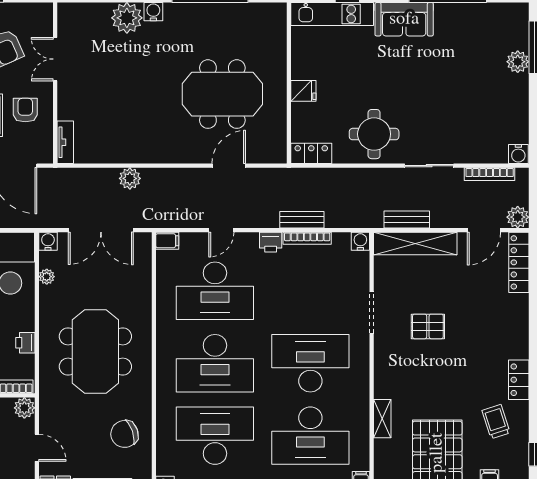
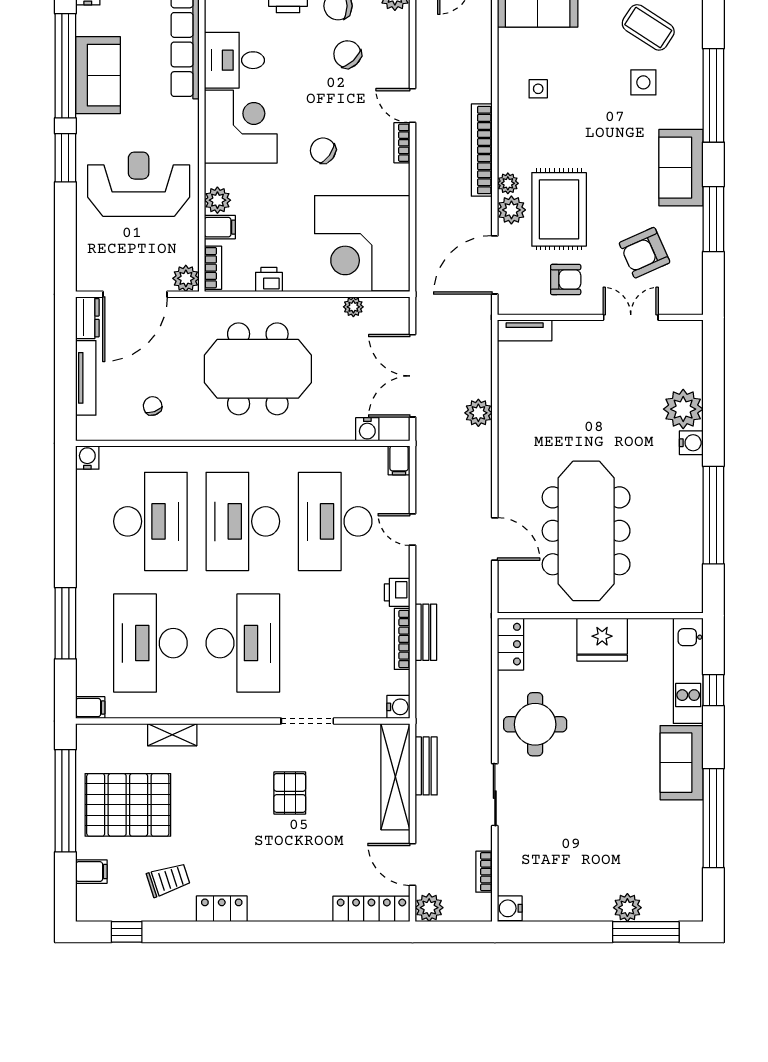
fridge: (303, 91) -> (602, 640), width x1.88, depth x1.34
meeting table: (222, 94) -> (586, 531), width x1.36
bookcase: (490, 174) -> (484, 872), width x0.64
water cooler: (48, 241) -> (367, 429), moved, turned 90
chair: (124, 434) -> (153, 406), width x0.54, depth x0.54
door: (37, 448) -> (135, 294), width x1.87

